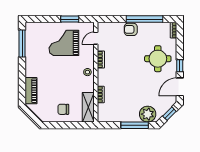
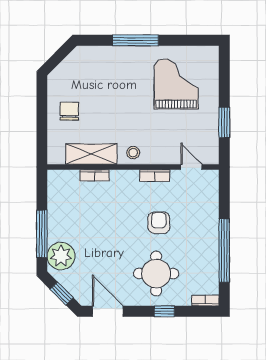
armchair: (131, 29) -> (159, 223), moved
grand piano: (64, 43) -> (176, 84), moved
window: (22, 44) -> (135, 40), moved
window: (180, 66) -> (164, 311), moved
piano: (31, 91) -> (101, 56), removed
shelving: (88, 107) -> (91, 154), moved

